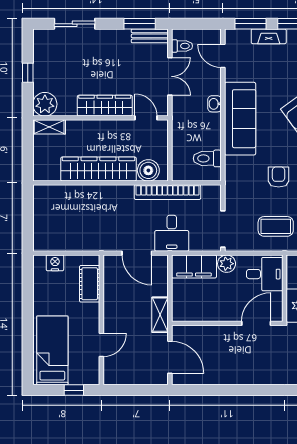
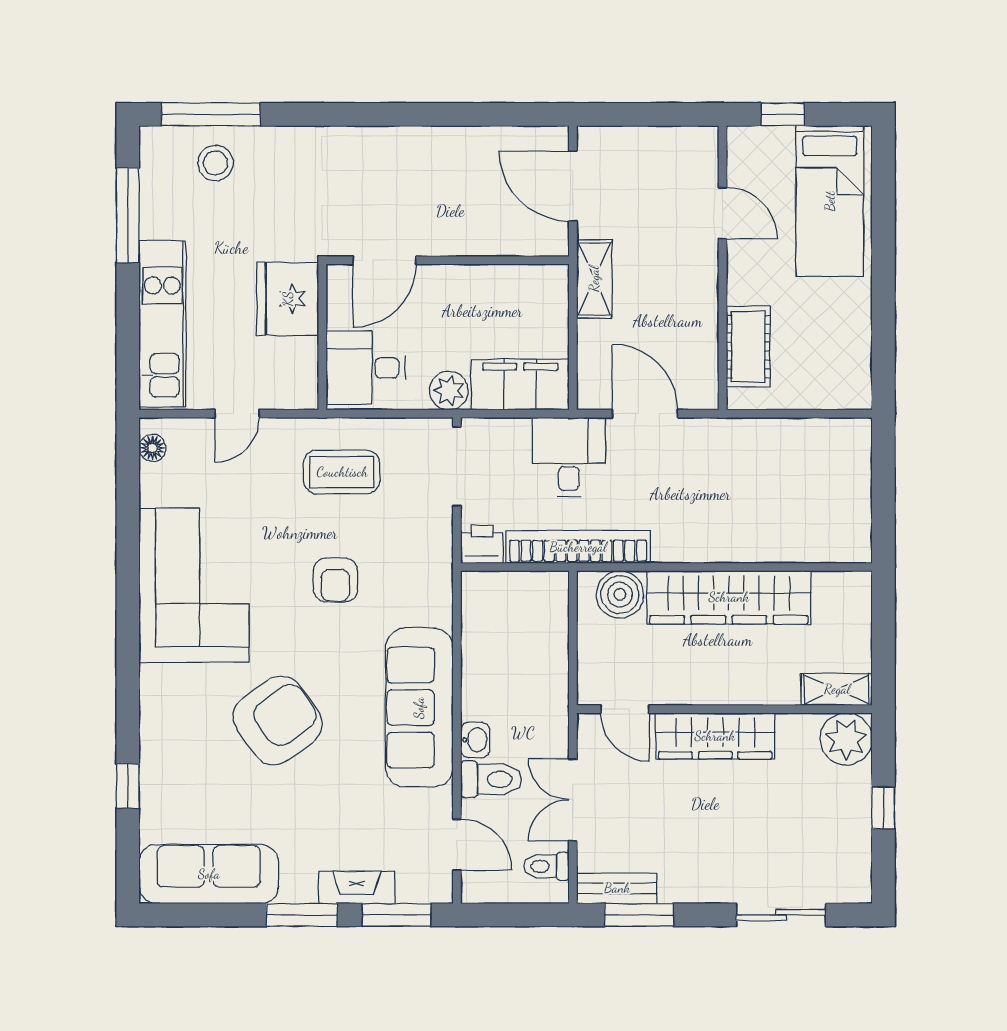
toilet: (207, 158) -> (491, 779), moved
printer: (211, 193) -> (482, 544), added
nightstand: (55, 263) -> (824, 392), removed
door: (101, 345) -> (723, 213), swing flipped

